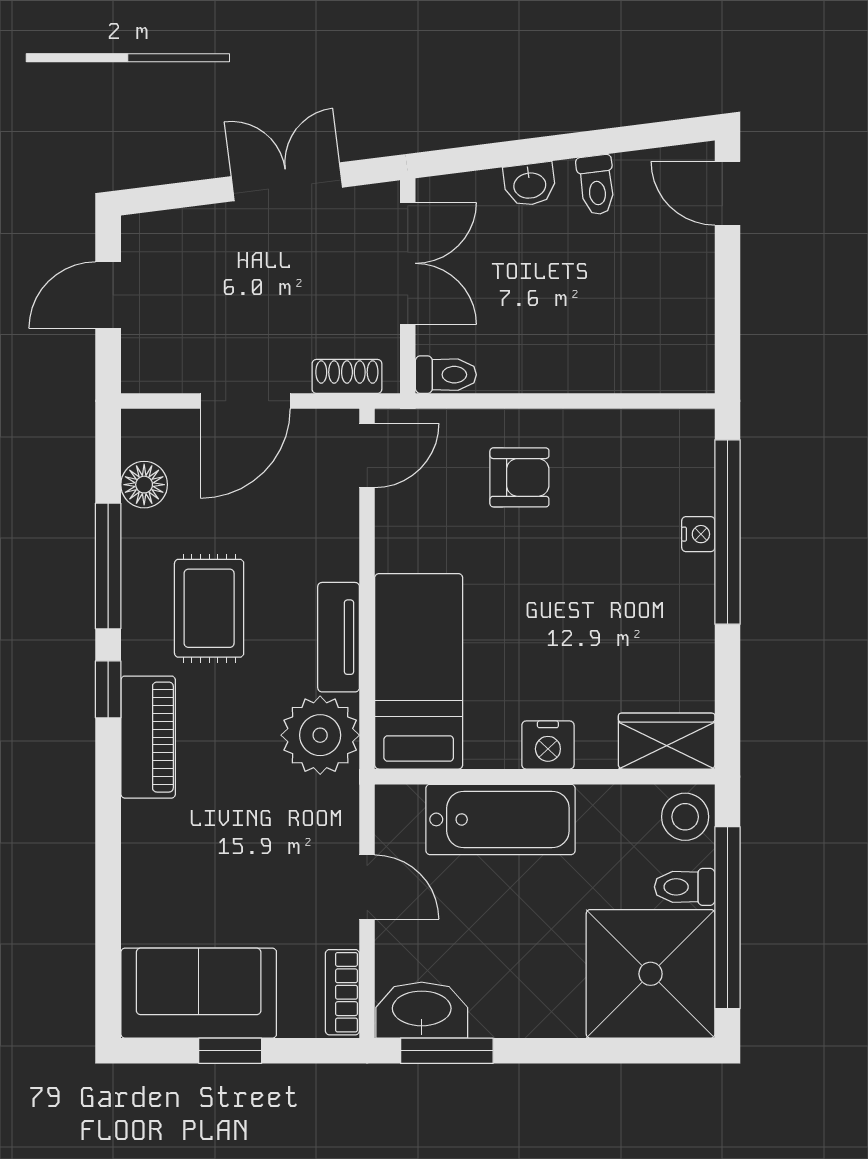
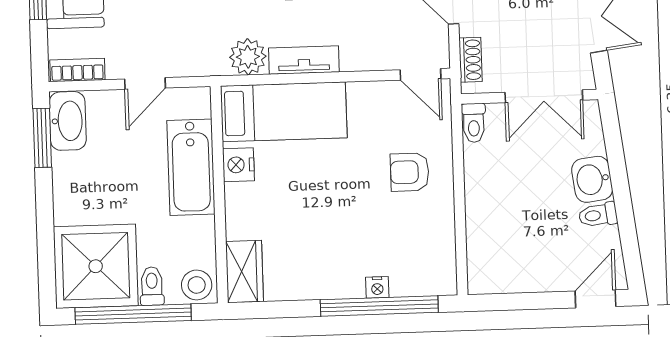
washbasin: (530, 184) -> (592, 179), width x1.38, depth x1.45
armchair: (519, 477) -> (410, 172), turned 90
plant: (320, 735) -> (248, 57), width x0.73, depth x0.73
nightstand: (548, 745) -> (238, 165), moved

